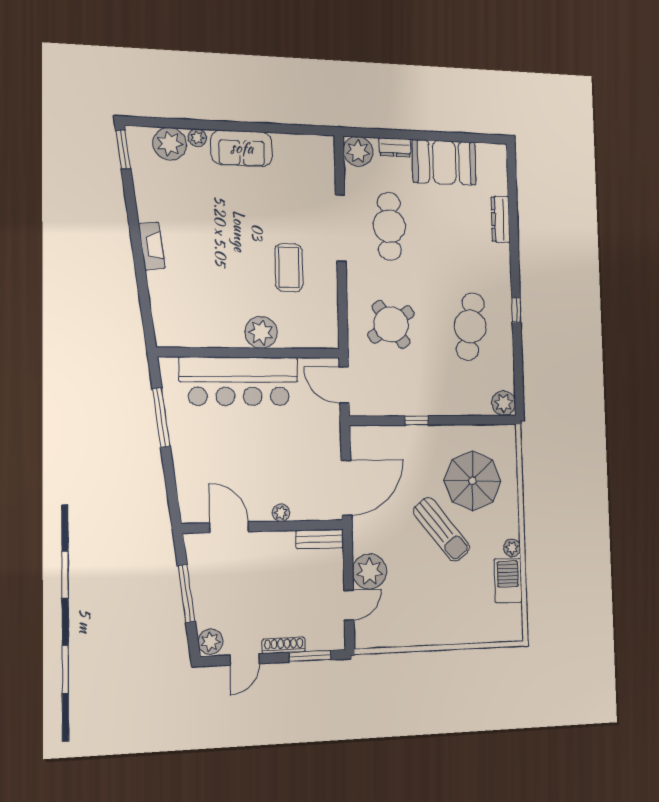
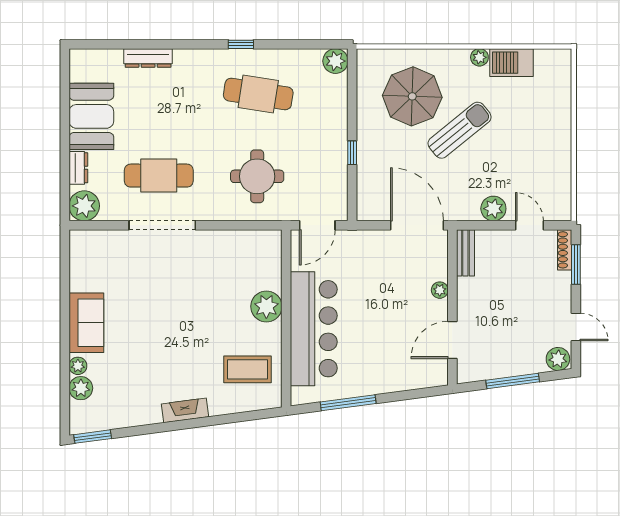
plant: (170, 144) -> (81, 388), width x0.73, depth x0.73
coffee table: (289, 268) -> (247, 369), moved
round table: (391, 324) -> (257, 176), turned 35
plant: (370, 571) -> (493, 209), width x0.73, depth x0.73
shoe rack: (284, 645) -> (565, 250), moved

